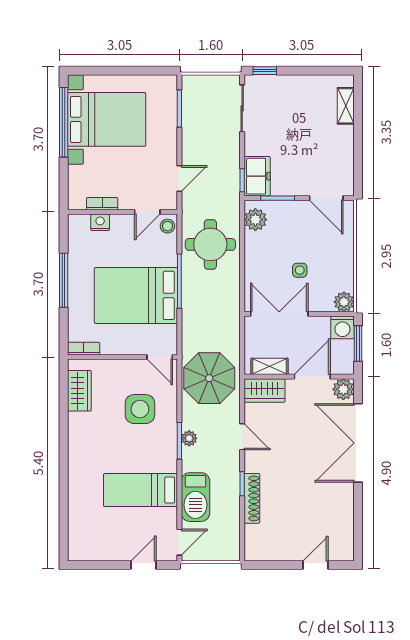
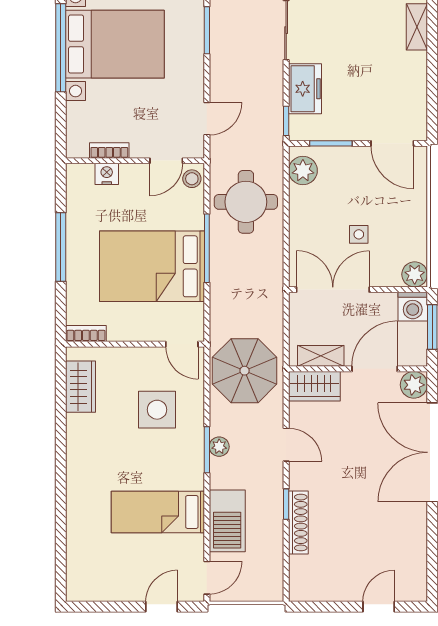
freezer: (257, 176) -> (305, 89), moved

